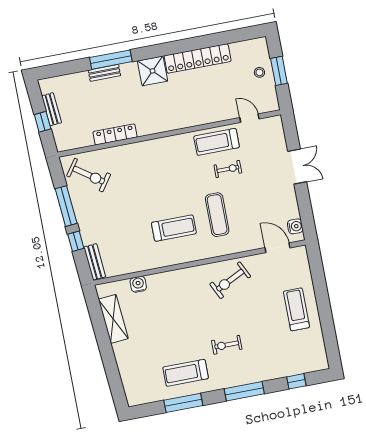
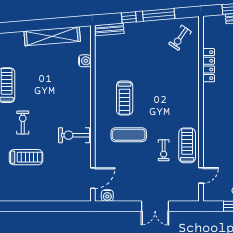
exercise bike: (89, 175) -> (180, 38), width x0.73, depth x0.72
exercise bike: (230, 280) -> (74, 135), turned -64
treadmill: (296, 309) -> (26, 157), moved
shelving: (113, 319) -> (52, 36), width x1.47

